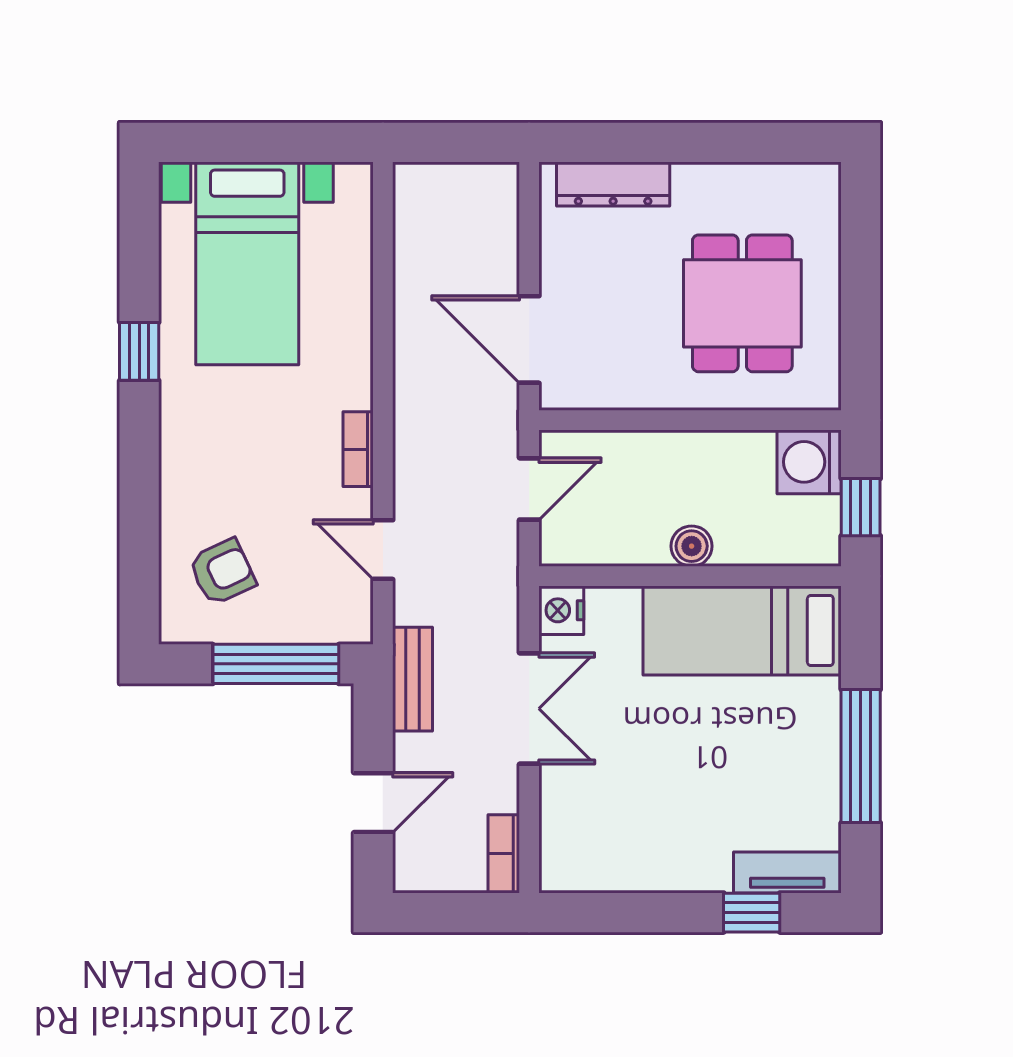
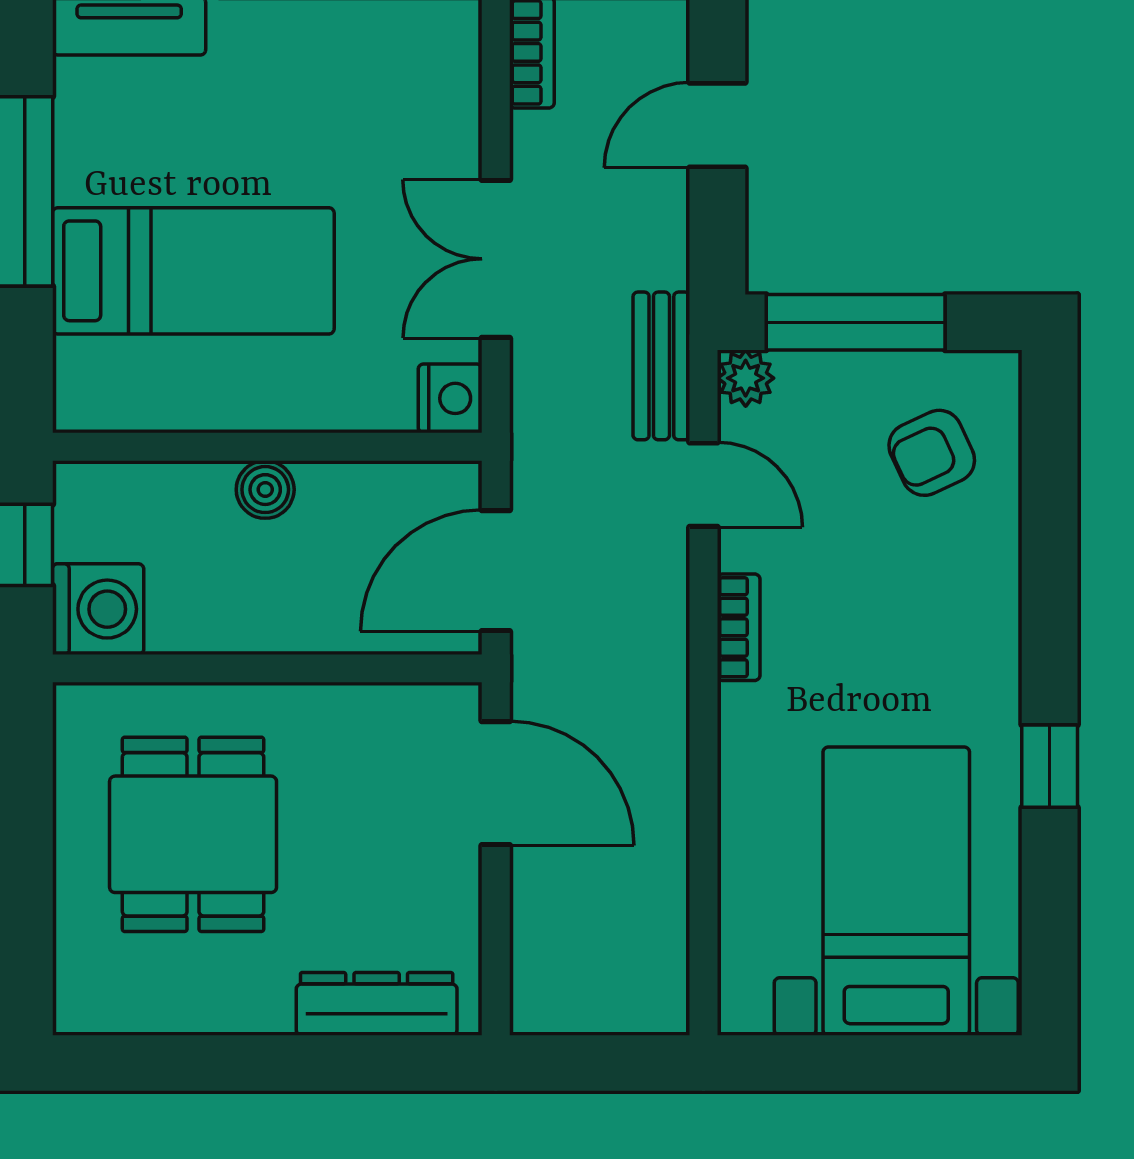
door: (529, 489) -> (496, 571), width x1.38
plant: (353, 625) -> (746, 378), added
bed: (742, 630) -> (193, 271), moved
bench: (413, 679) -> (661, 366), moved

